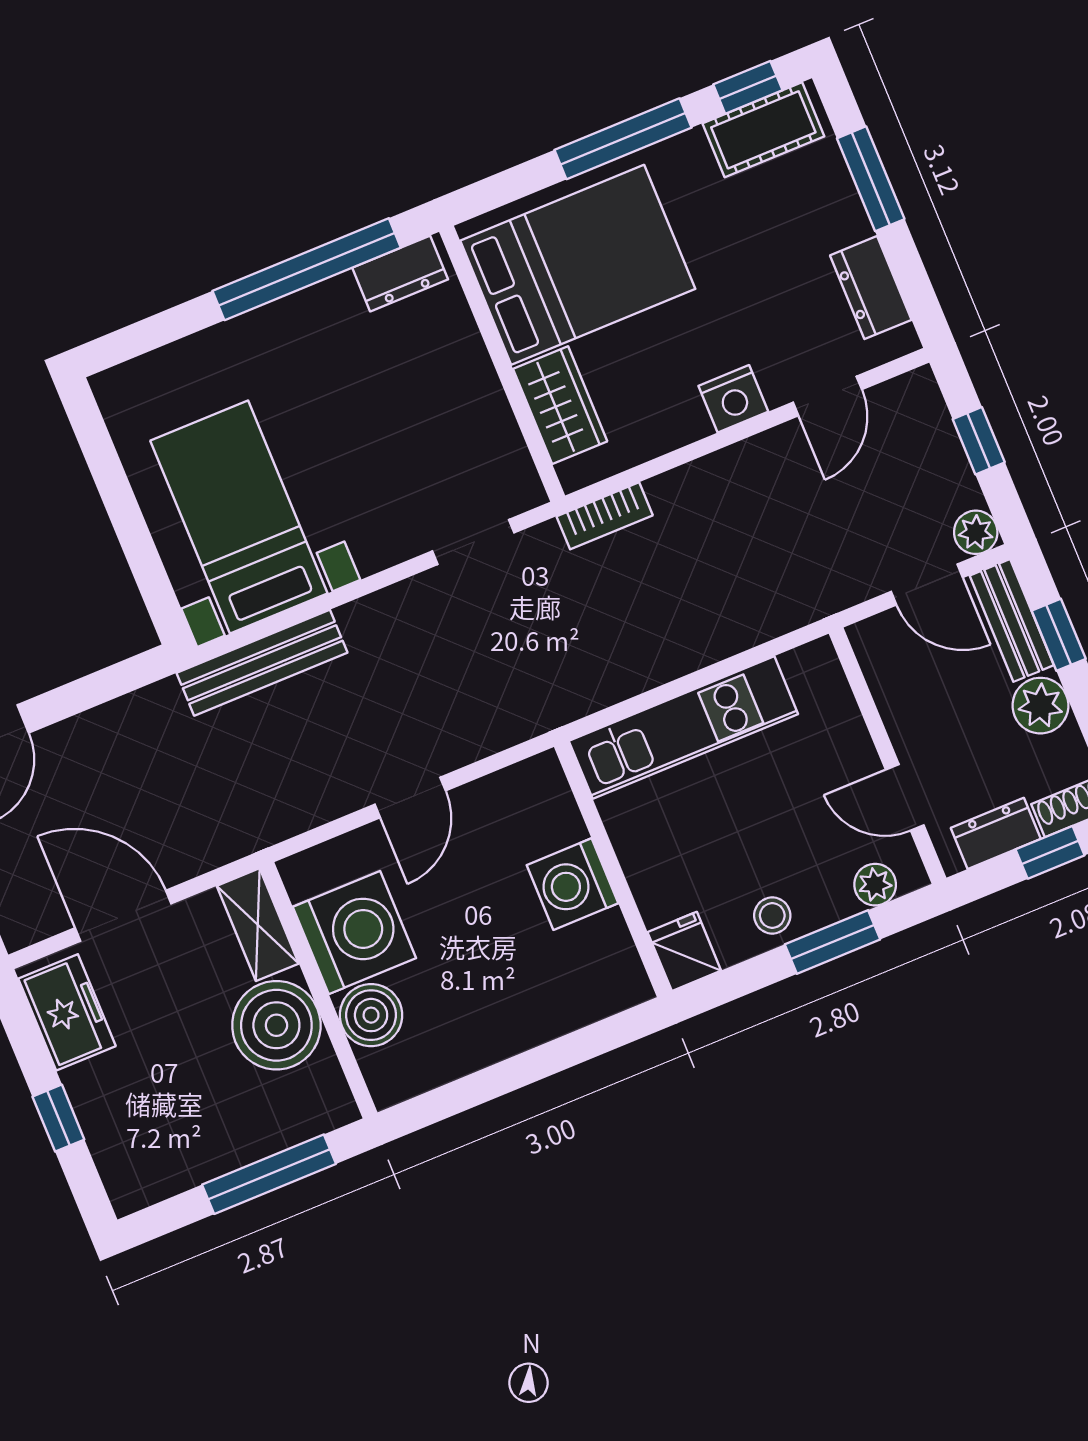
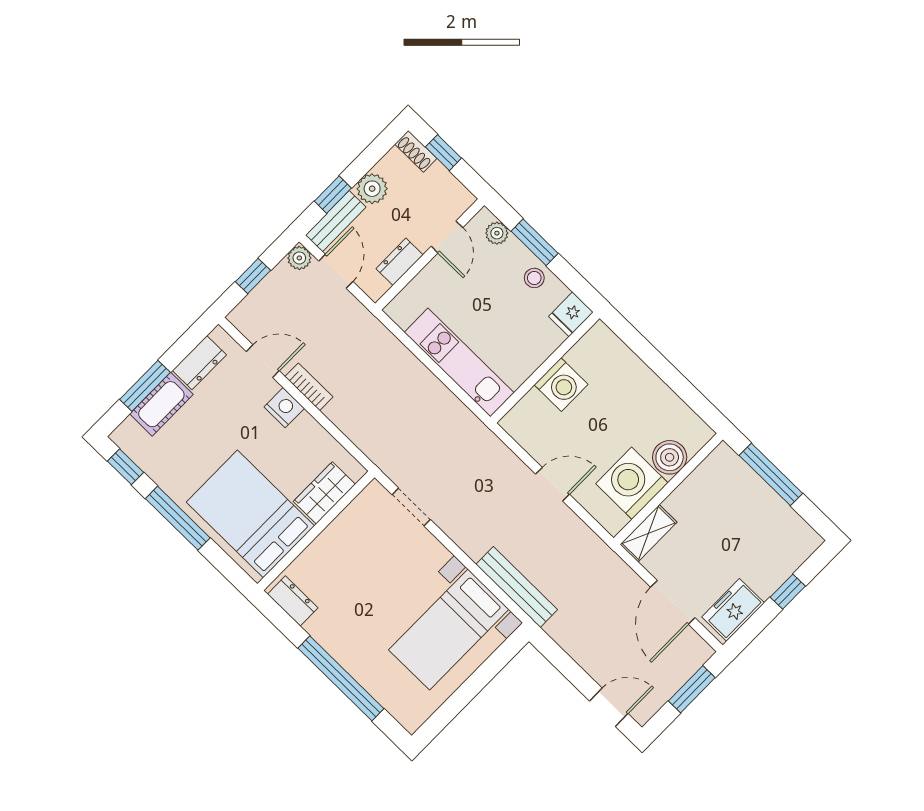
cot: (763, 130) -> (161, 404), moved, turned 90
window: (307, 269) -> (341, 678), moved
bookcase: (605, 516) -> (309, 387), moved
dresser: (996, 833) -> (399, 262), moved, turned 90
boiler: (276, 1025) -> (695, 502), removed

